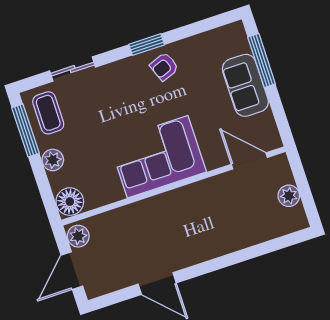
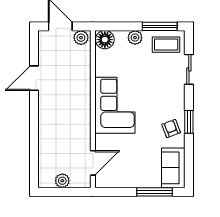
sofa: (245, 85) -> (173, 168), moved, turned -90

